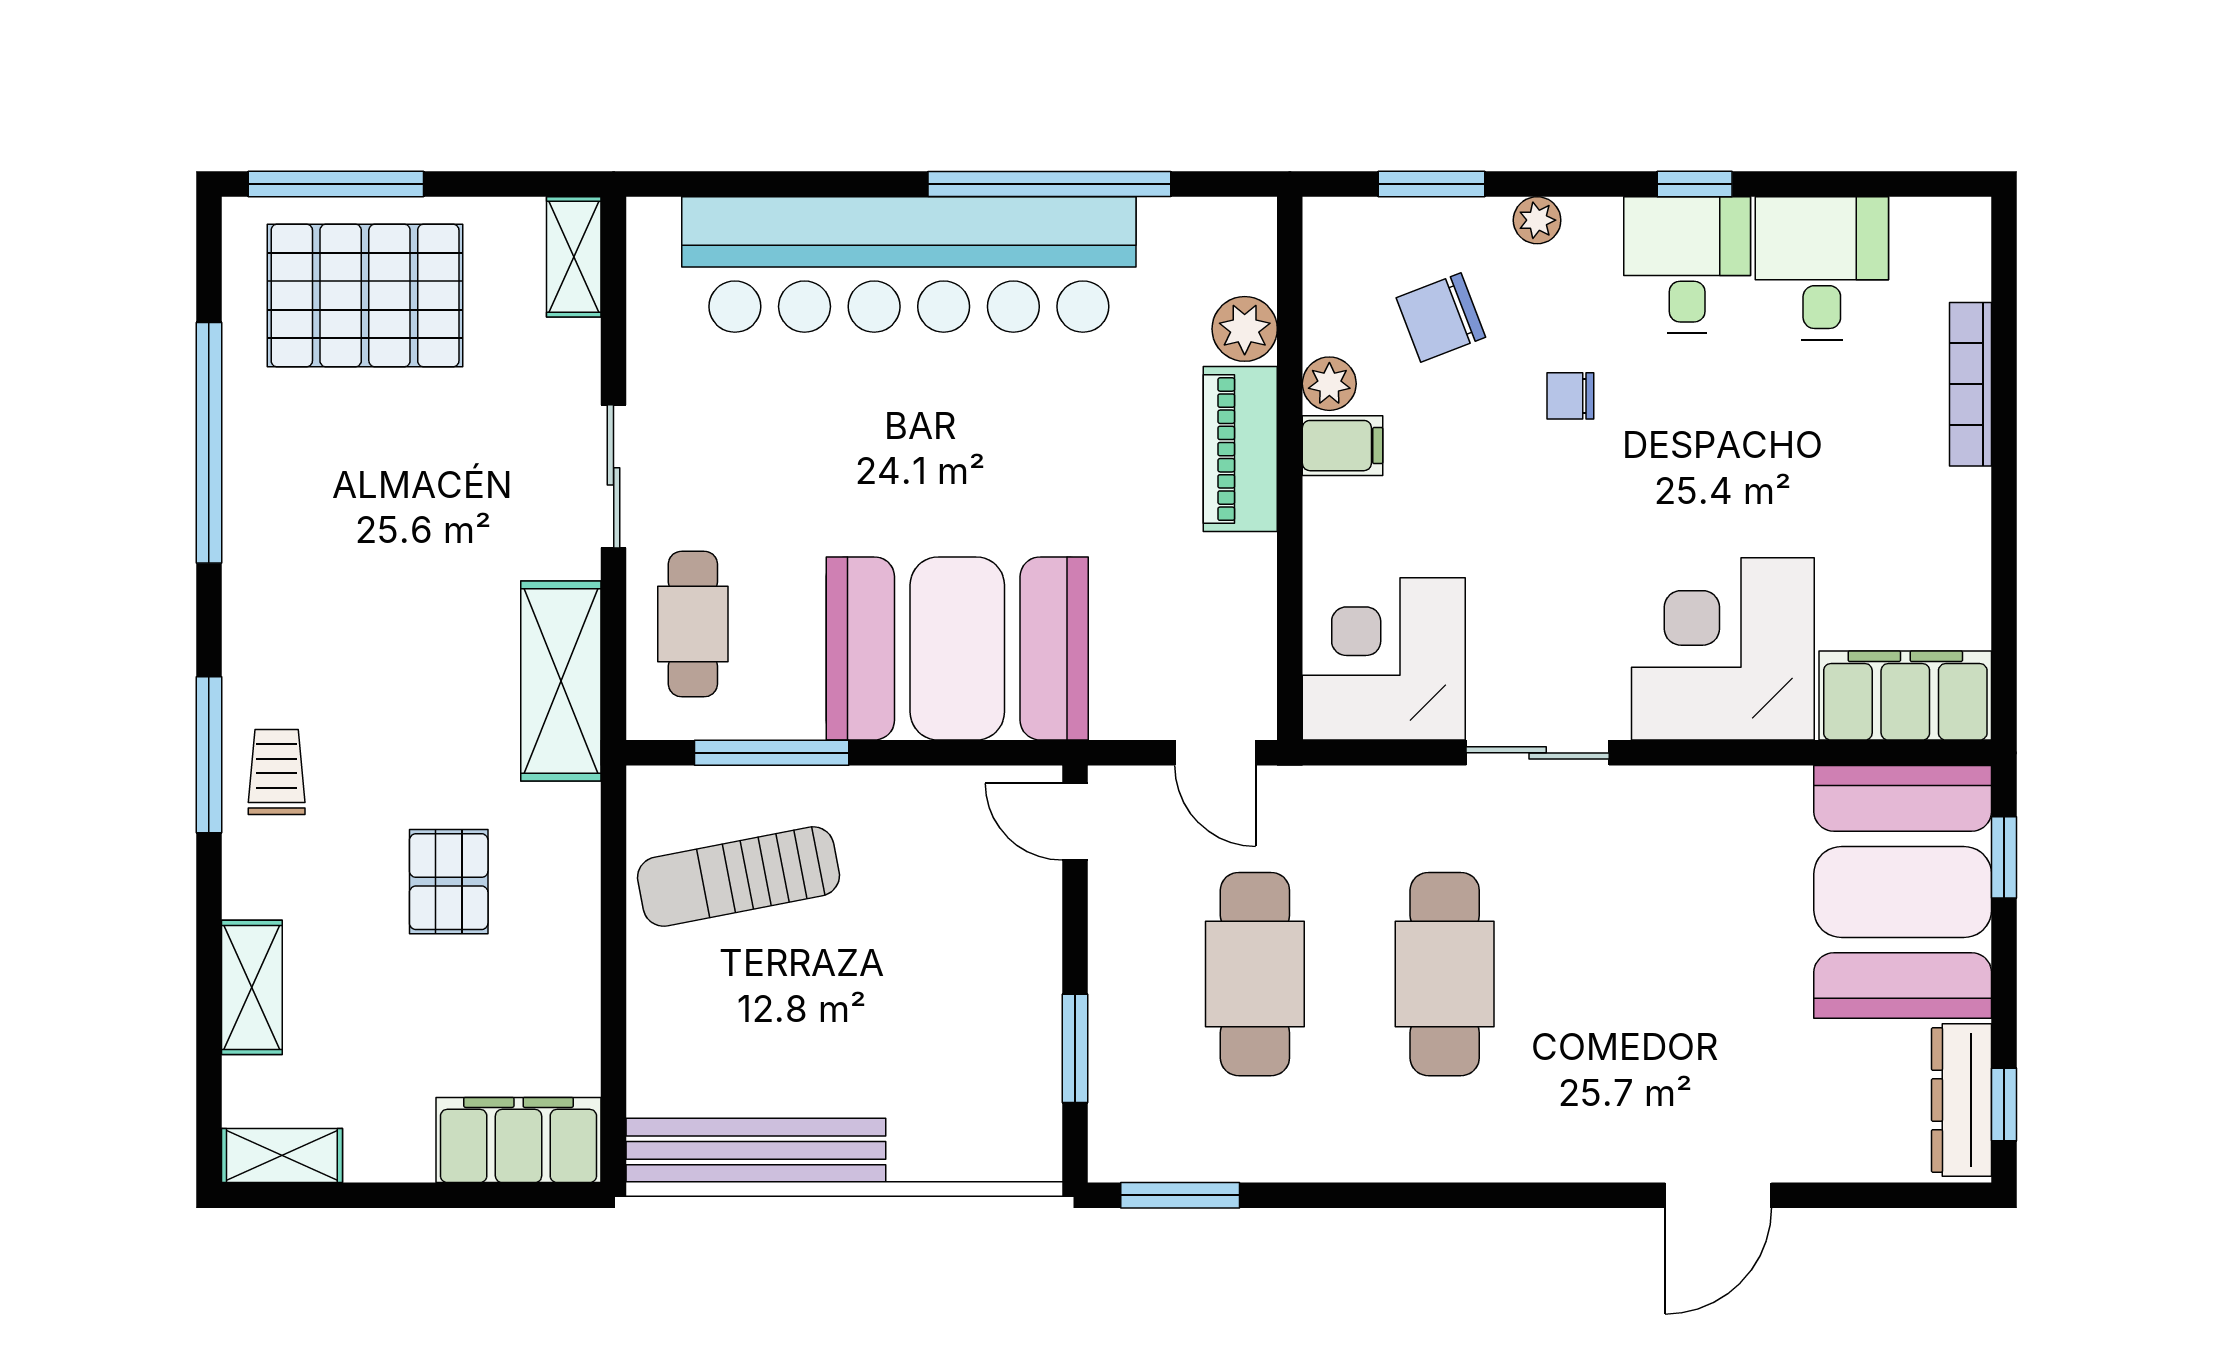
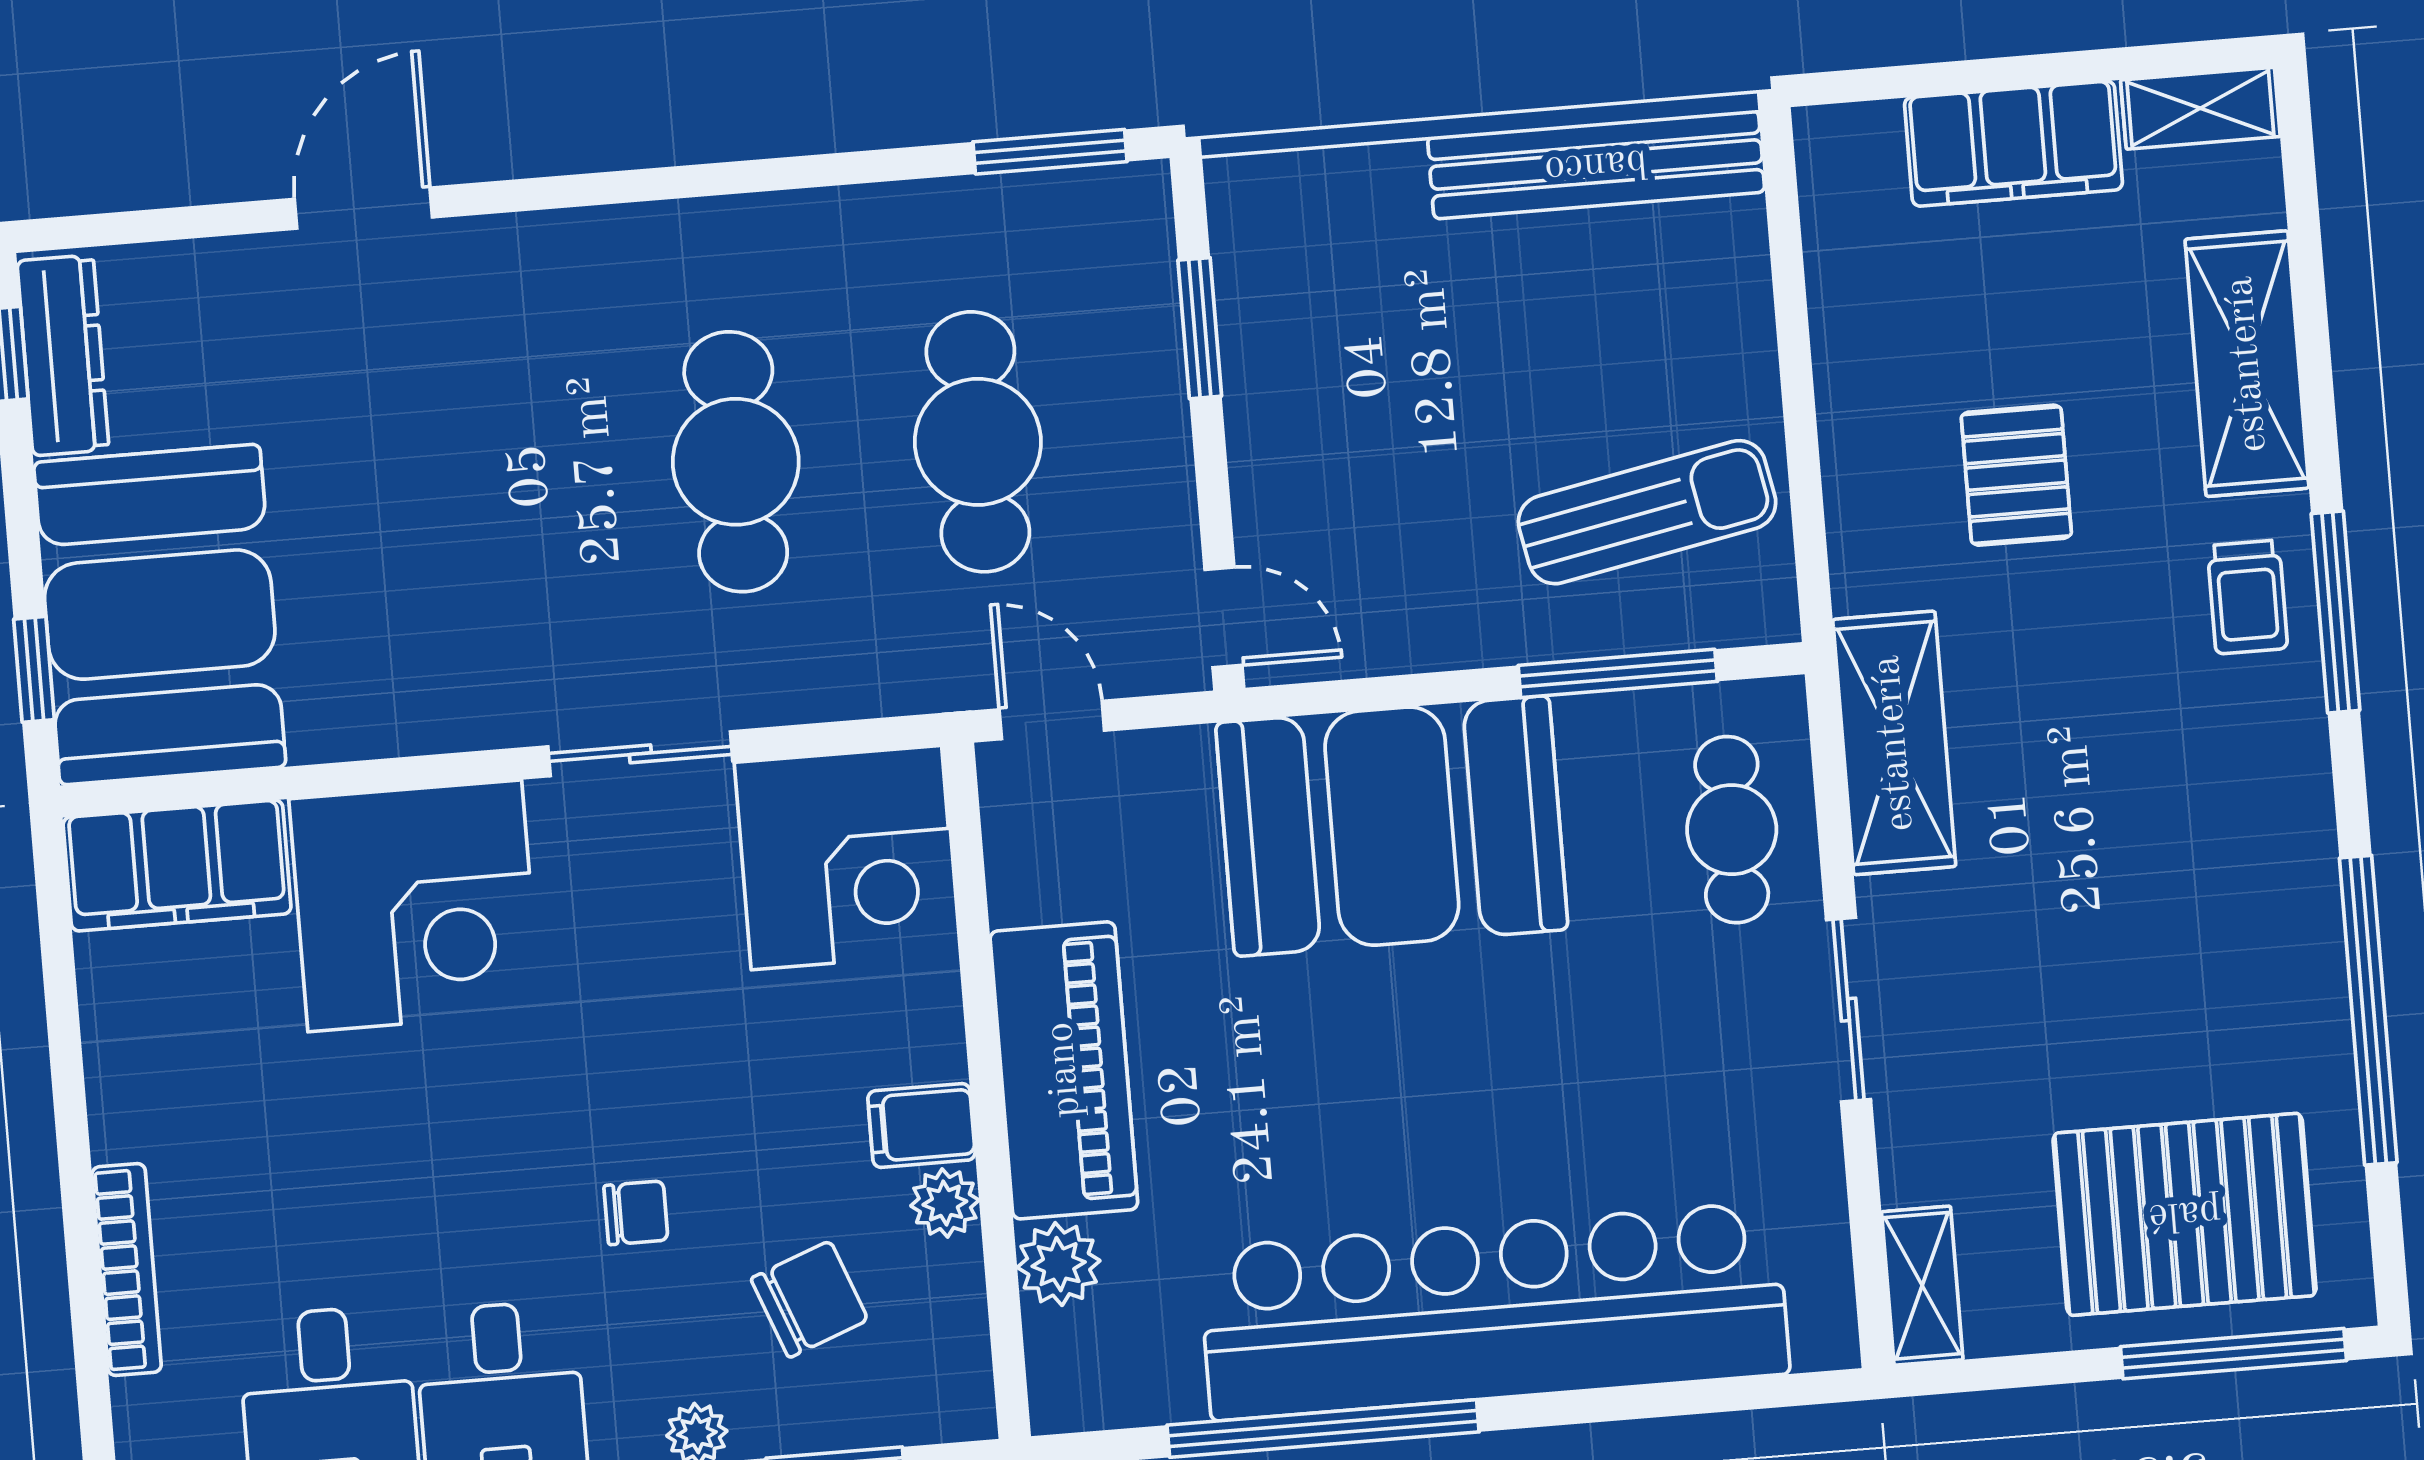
piano: (1240, 449) -> (1064, 1070), width x1.37, depth x1.33
shelving: (252, 987) -> (2247, 364), width x1.50, depth x1.33
filing cabinet: (519, 1140) -> (2013, 144), moved

